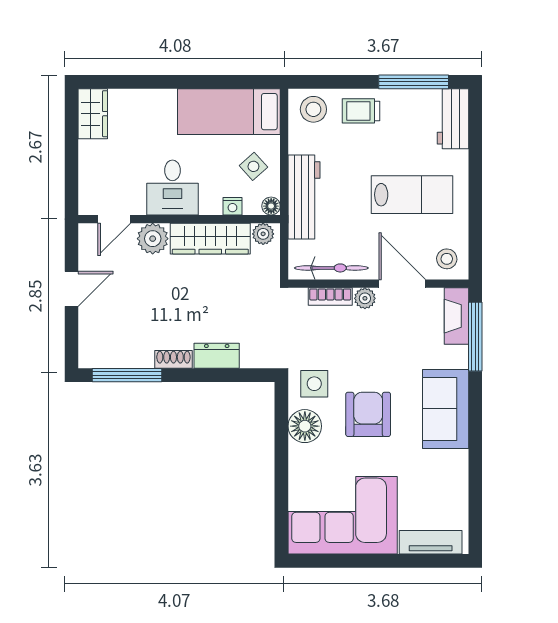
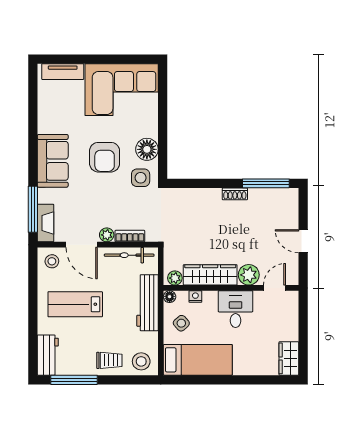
door: (72, 289) -> (303, 241), hinge flipped
dresser: (217, 356) -> (206, 196), removed

